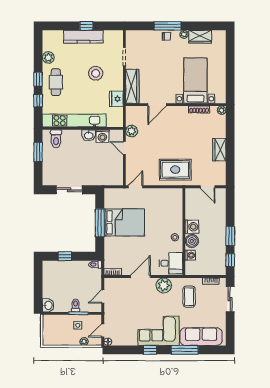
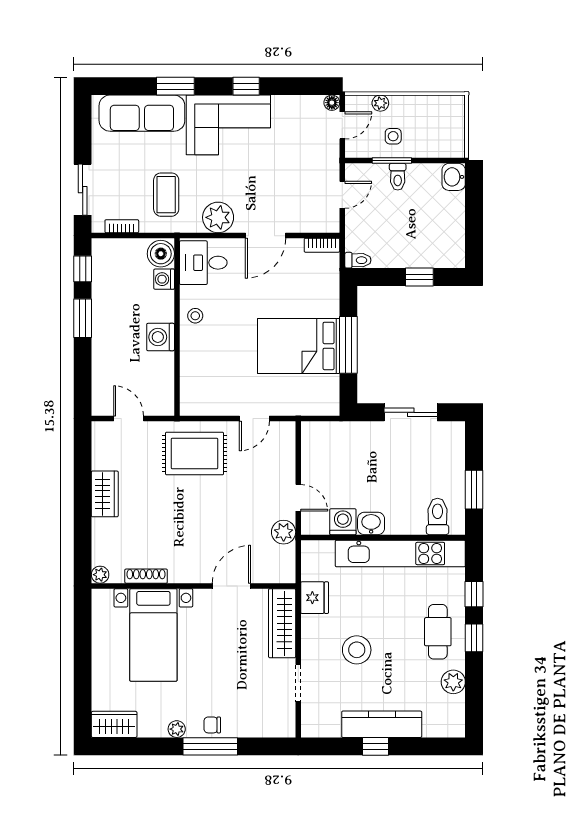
wardrobe: (200, 37) -> (114, 724), moved
door: (136, 187) -> (254, 418), moved
boiler: (192, 241) -> (161, 254), moved
window: (185, 350) -> (175, 86), width x0.69

